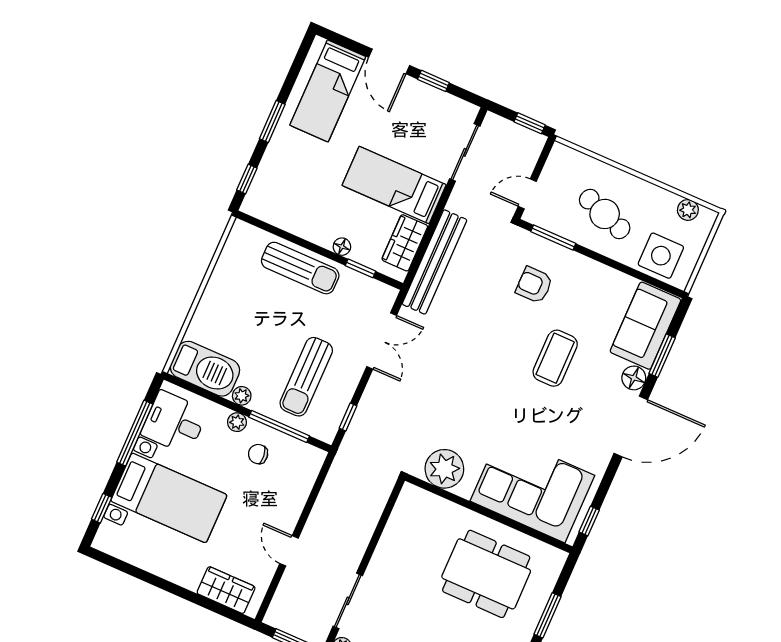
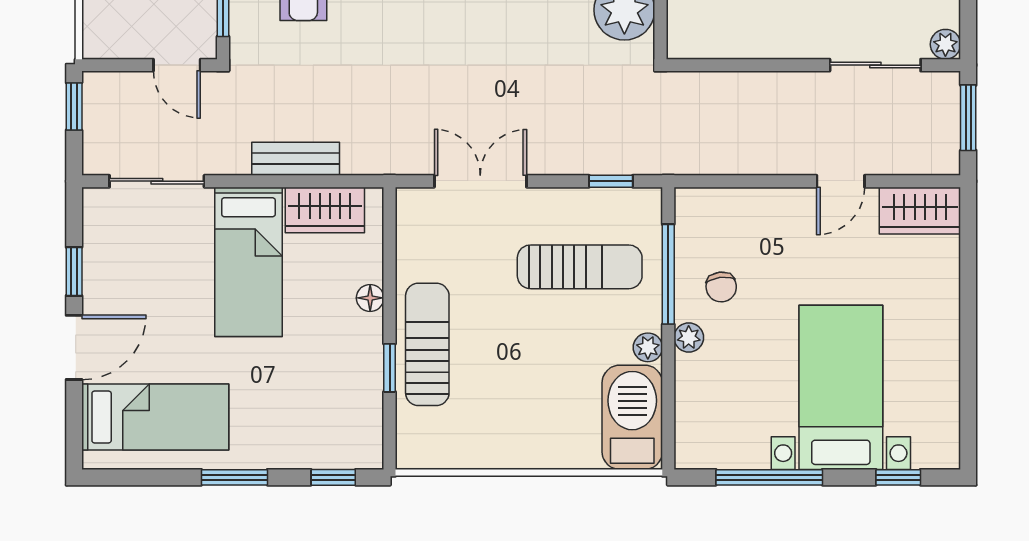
bench: (435, 262) -> (296, 159), width x0.54, depth x0.82
window: (361, 268) -> (390, 368), moved
desk: (174, 423) -> (729, 427), removed
wardrobe: (226, 590) -> (920, 211), moved, turned -90

